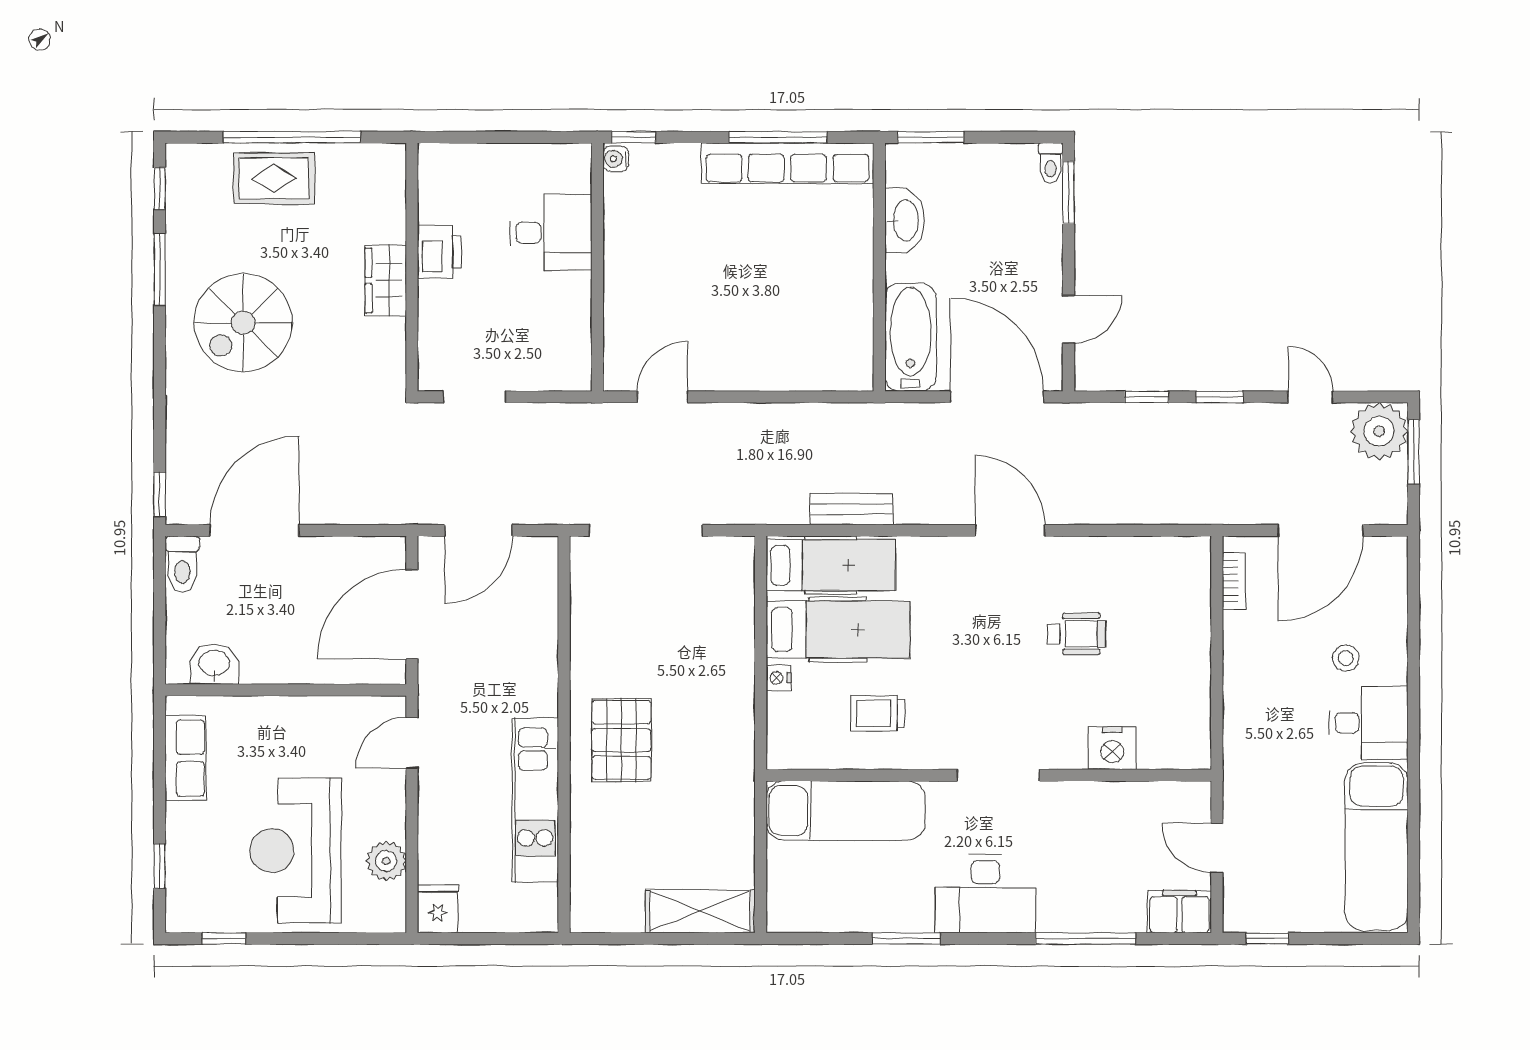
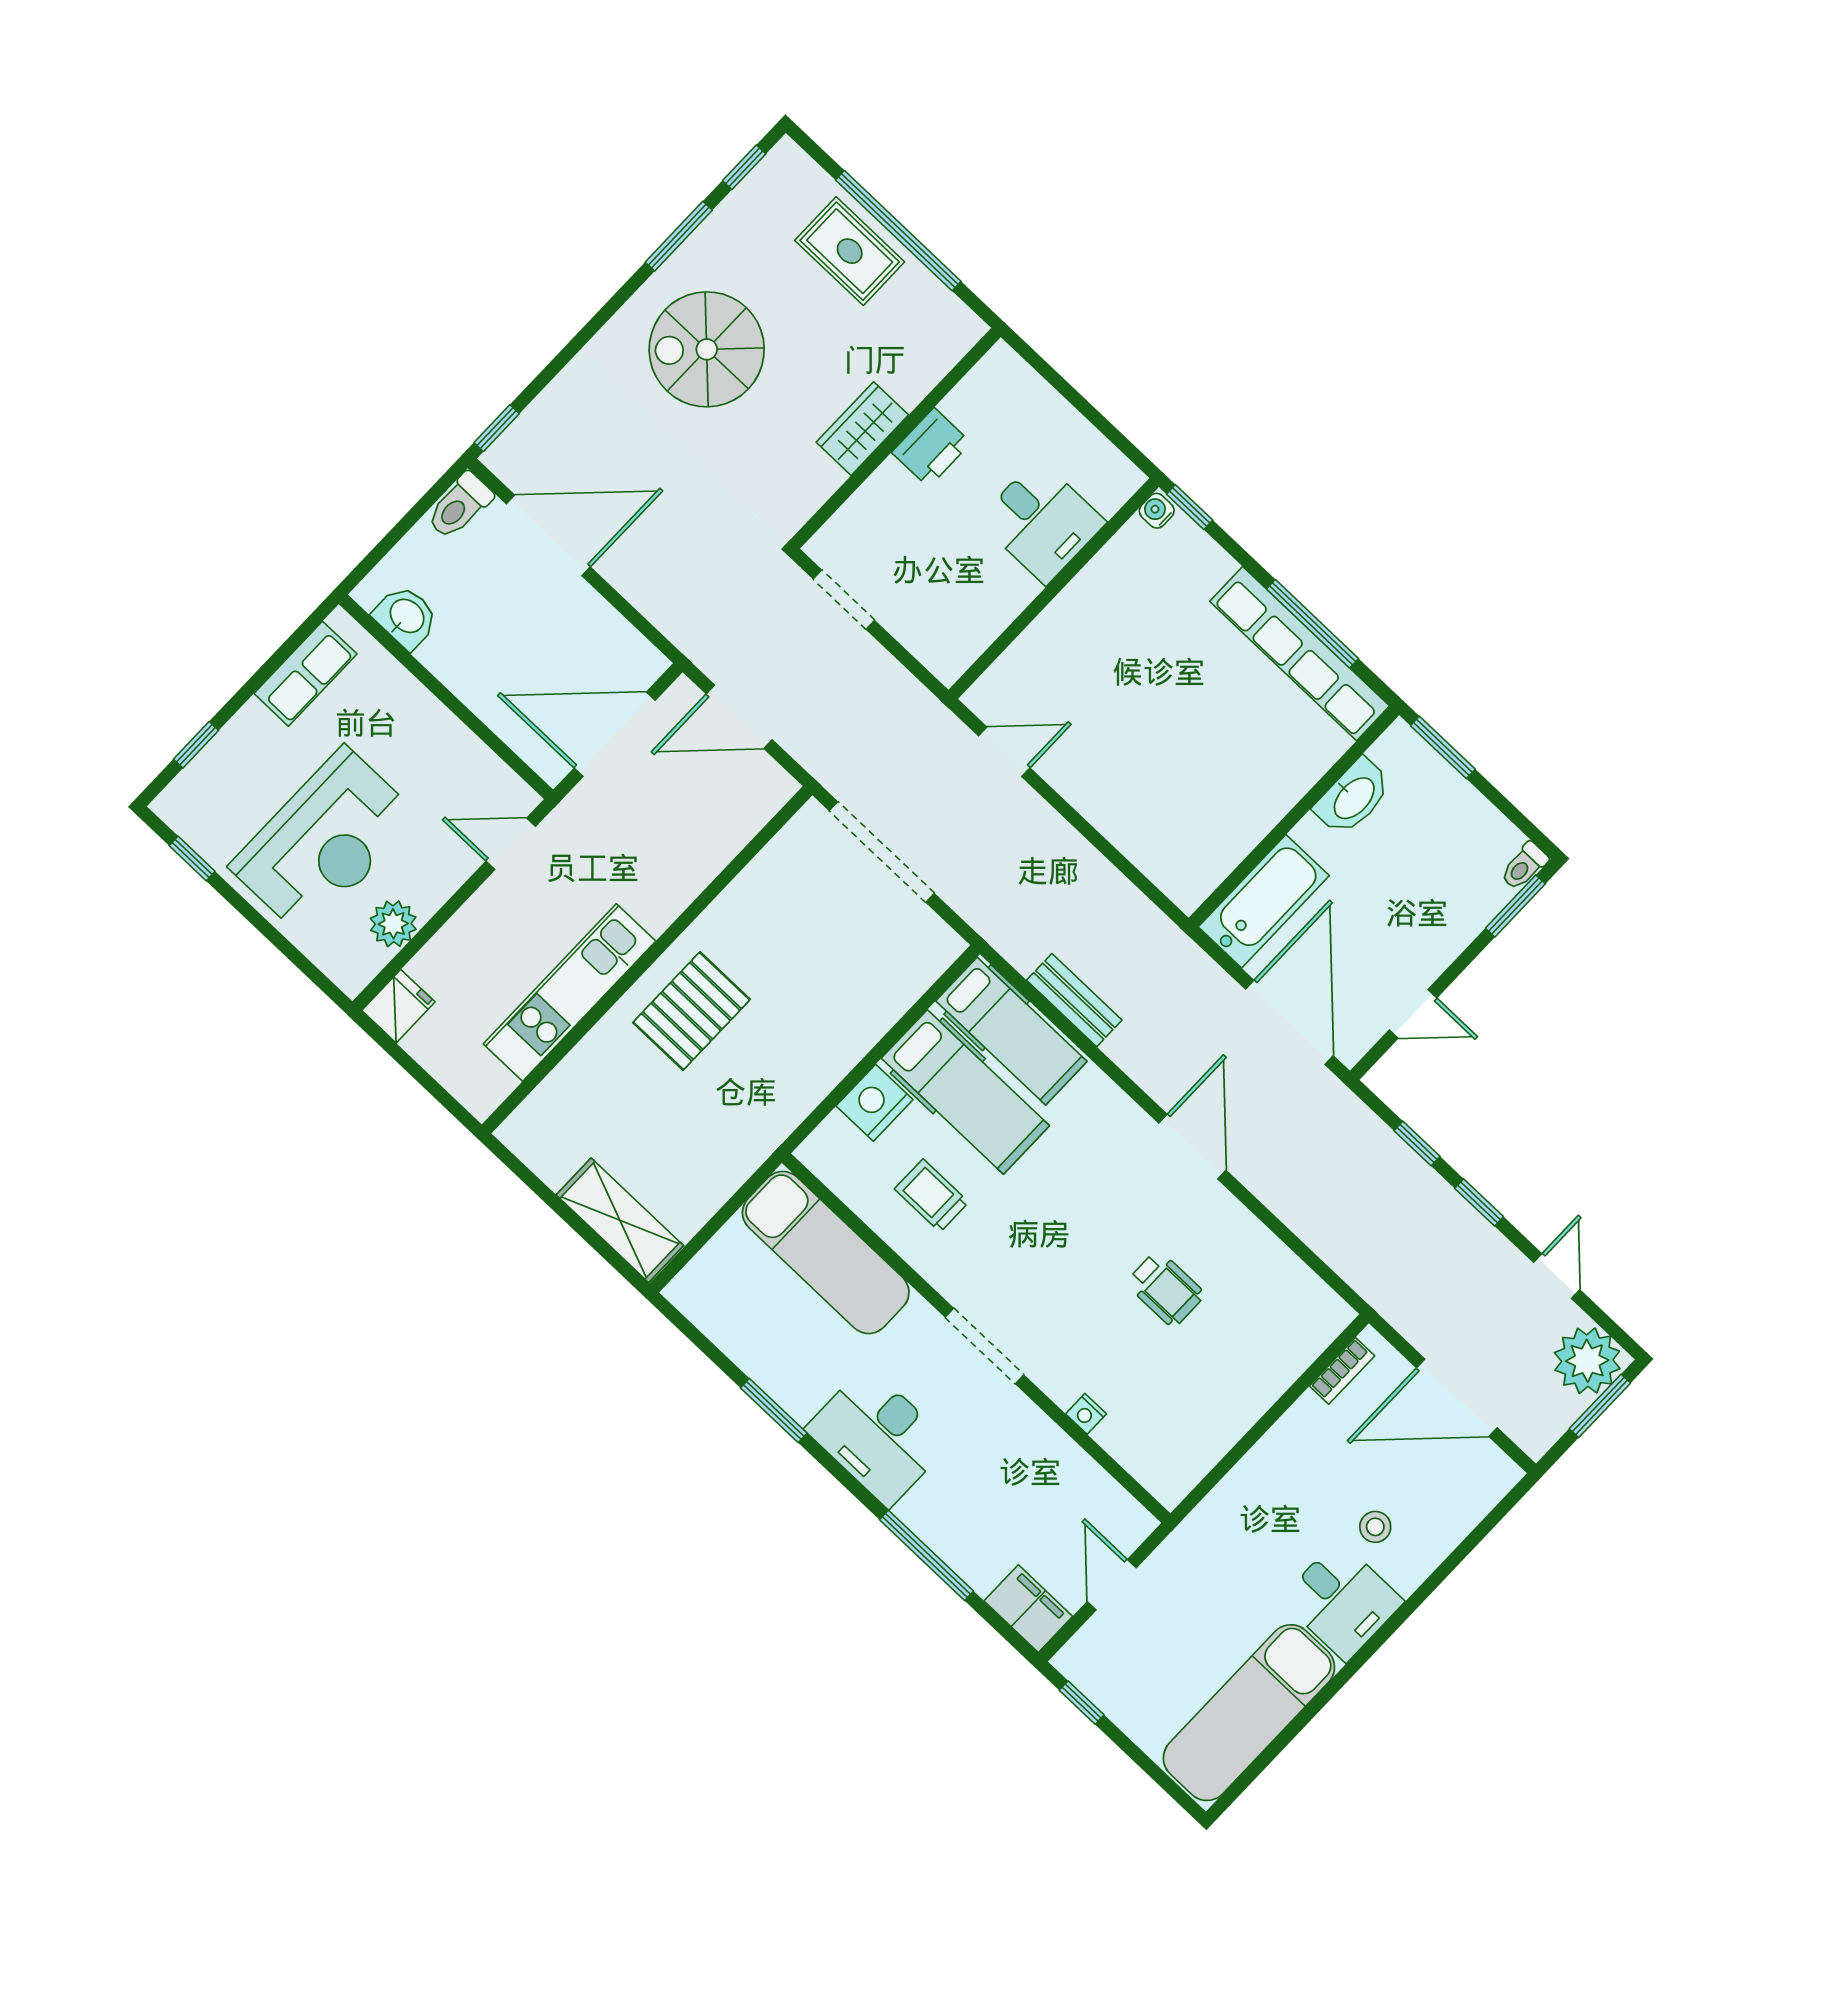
nightstand: (778, 678) -> (875, 1103), width x1.89, depth x1.79
nightstand: (1112, 748) -> (1086, 1414), width x0.53, depth x0.56
reception desk: (295, 851) -> (324, 842), turned 180

